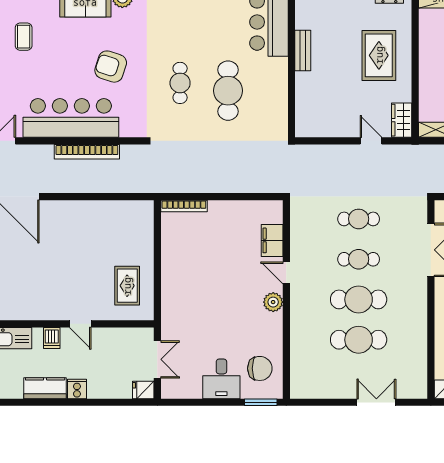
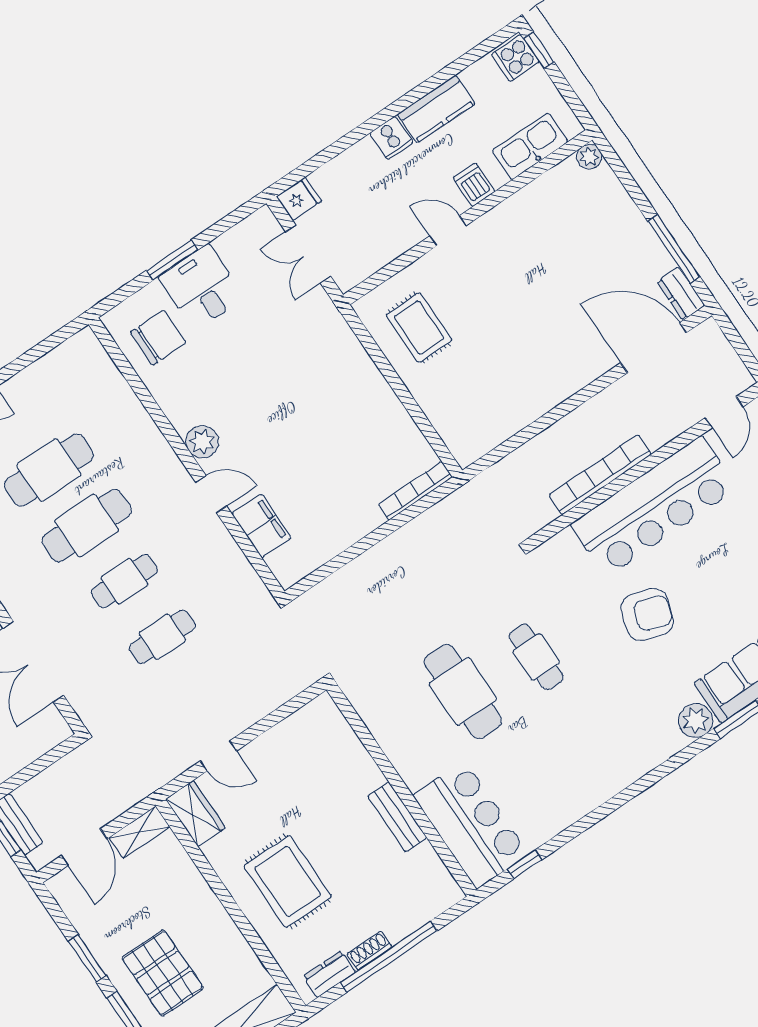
chair: (260, 368) -> (158, 338), turned 180
window: (261, 402) -> (172, 260), moved

